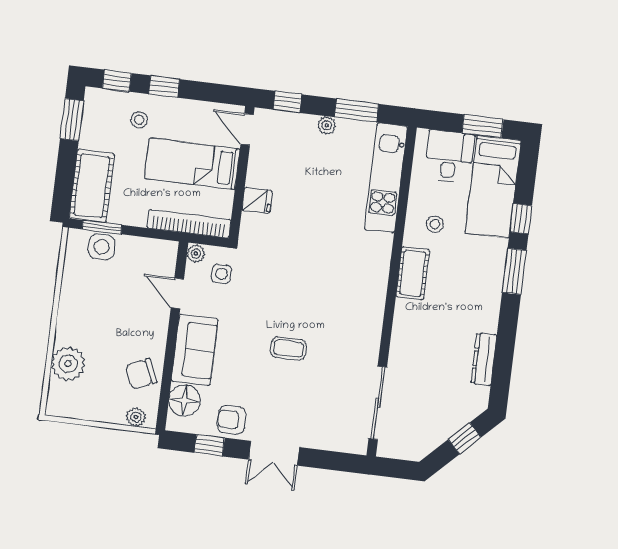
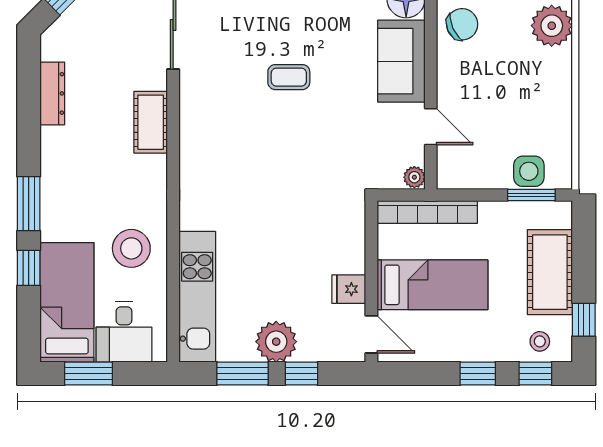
window: (287, 102) -> (301, 373), moved
window: (72, 120) -> (584, 320), width x0.67
stool: (139, 120) -> (540, 341), moved
plant: (327, 125) -> (276, 342), width x1.88, depth x1.88
cot: (92, 186) -> (550, 272), moved
fridge: (257, 200) -> (349, 289), moved
stool: (435, 224) -> (131, 248), width x1.89, depth x1.89
cot: (413, 273) -> (151, 122), moved
side table: (221, 274) -> (381, 157), removed

